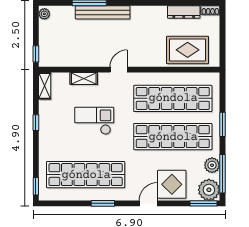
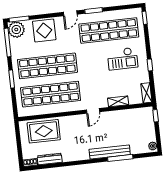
checkout: (94, 121) -> (123, 59), moved
plant: (212, 165) -> (16, 48), removed
door: (148, 203) -> (70, 13), moved

